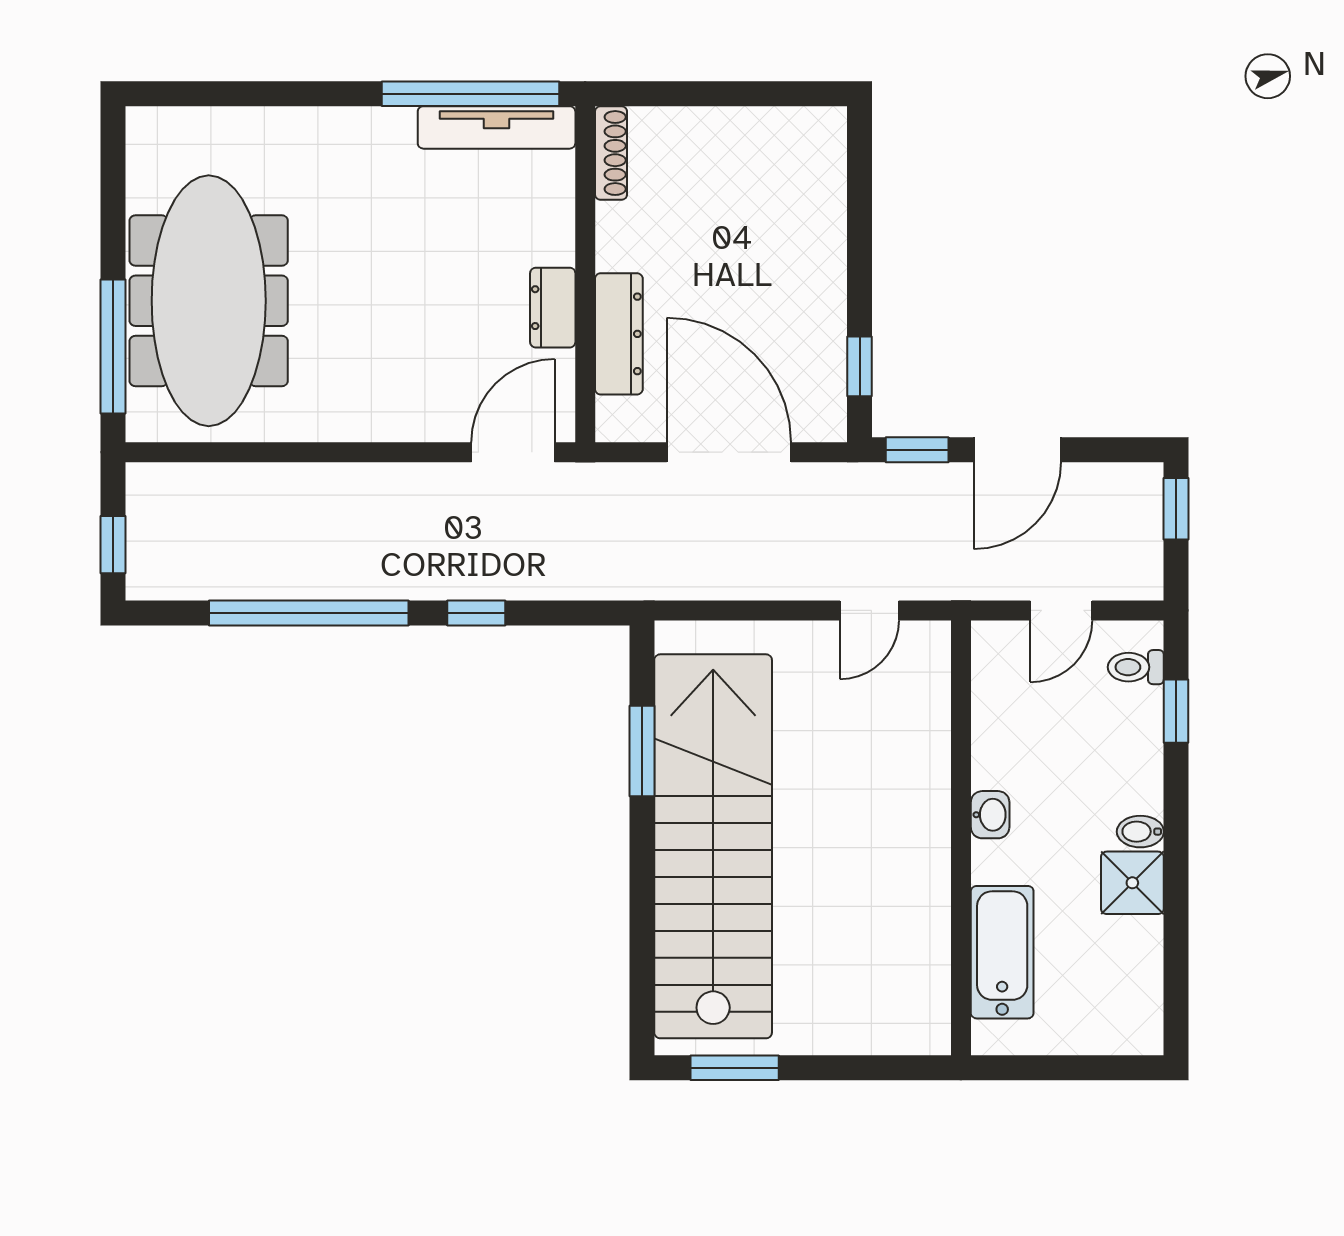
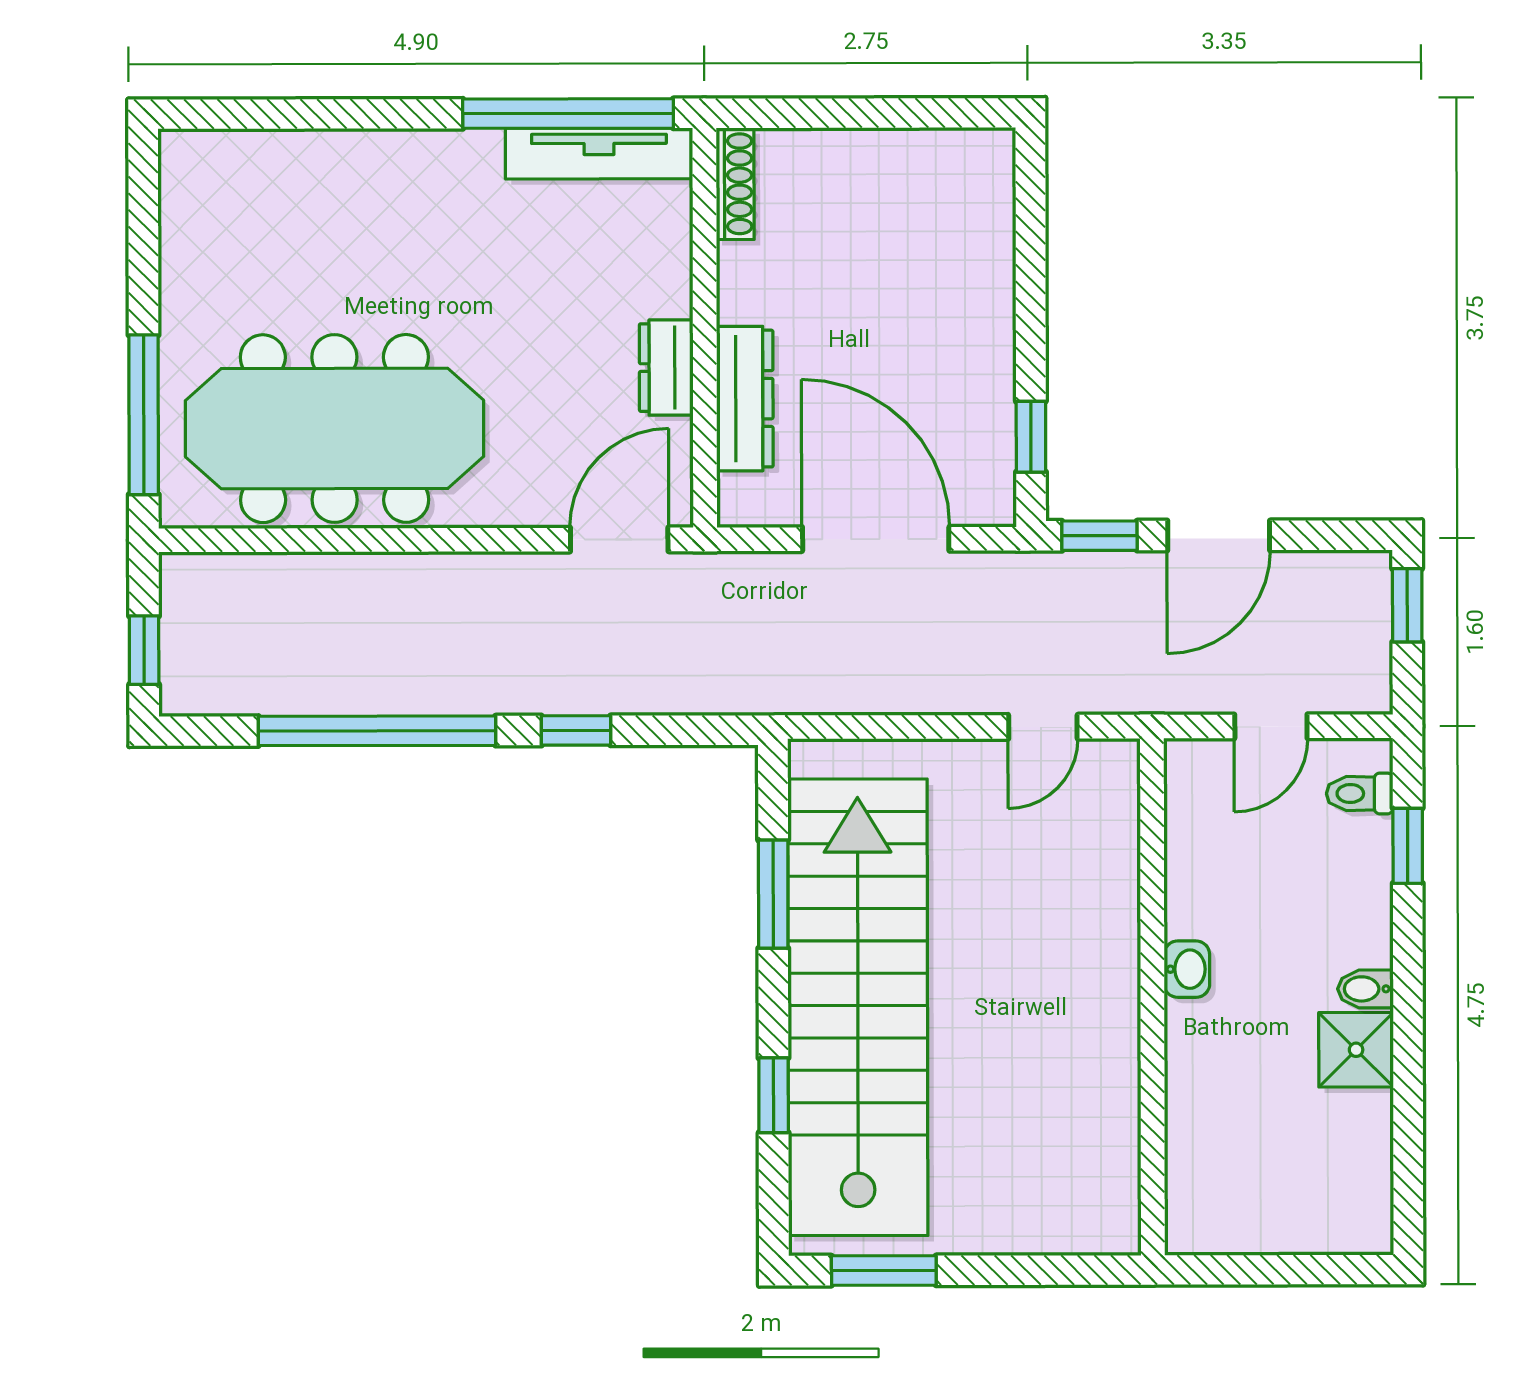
meeting table: (209, 301) -> (335, 429), moved, turned 90
window: (642, 920) -> (774, 1095), added
bathtub: (1002, 952) -> (1202, 1132), removed

